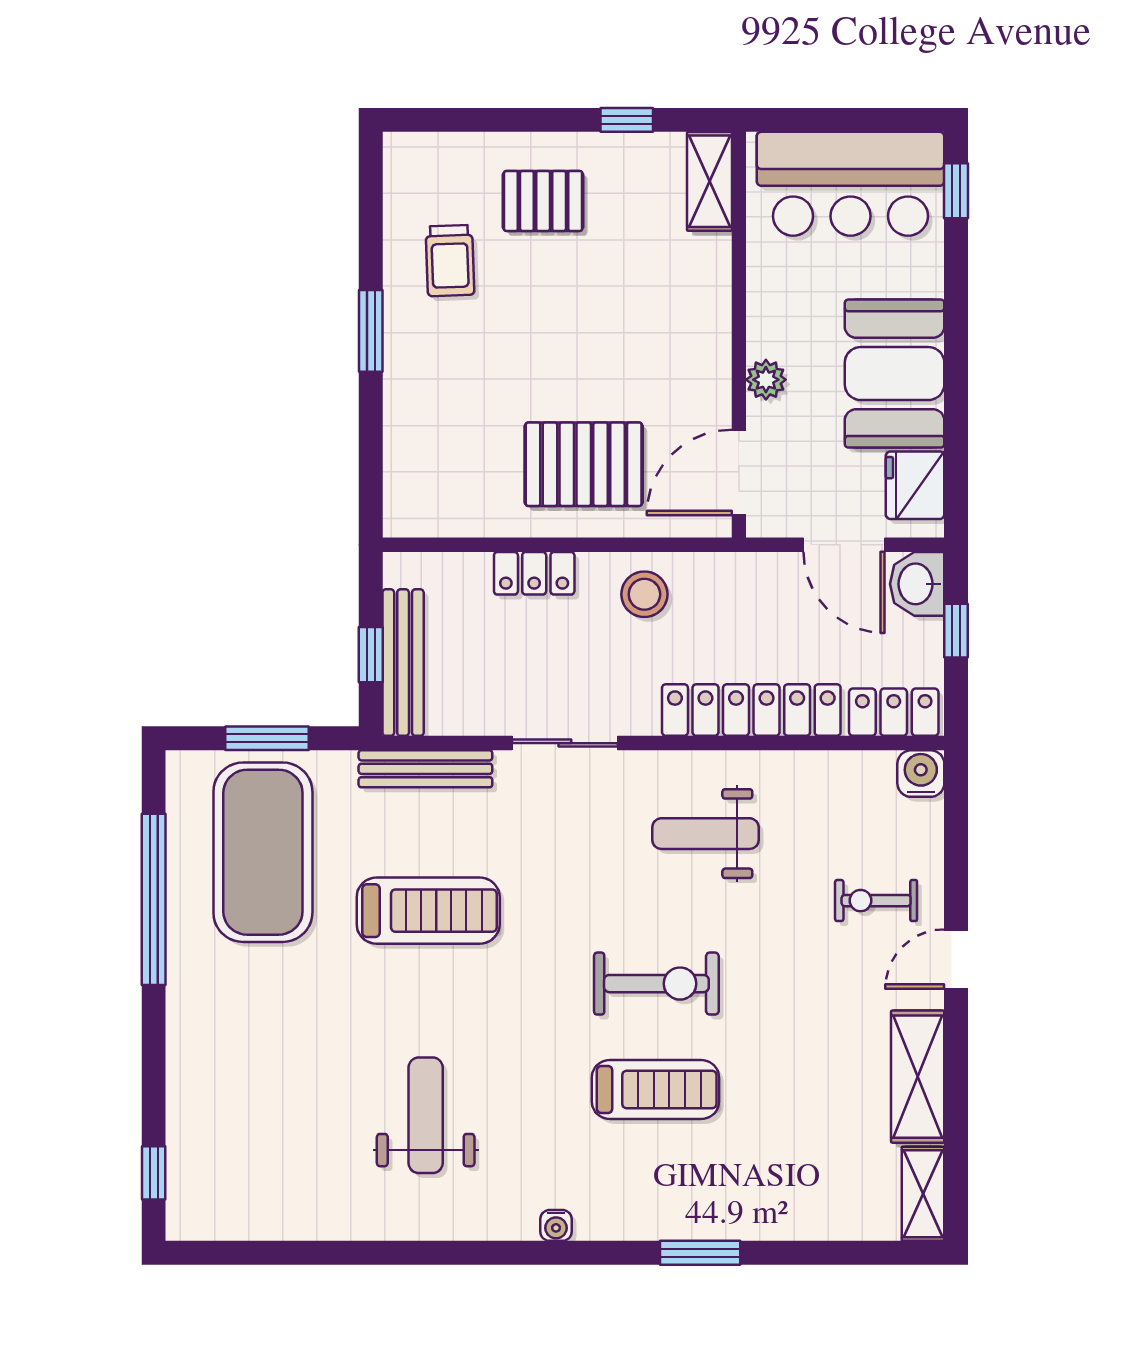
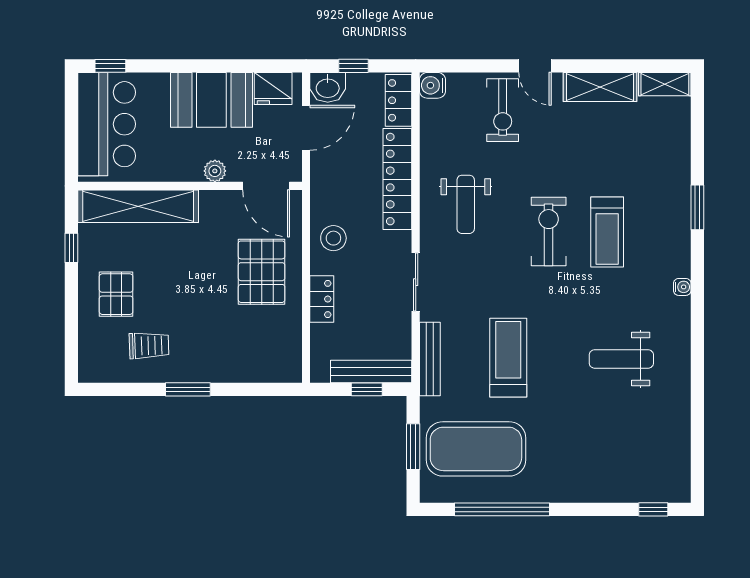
shelving: (709, 181) -> (138, 206), width x2.20, depth x1.33
exercise bike: (876, 901) -> (503, 110), width x1.38, depth x1.39
treadmill: (655, 1090) -> (607, 232), turned 180

